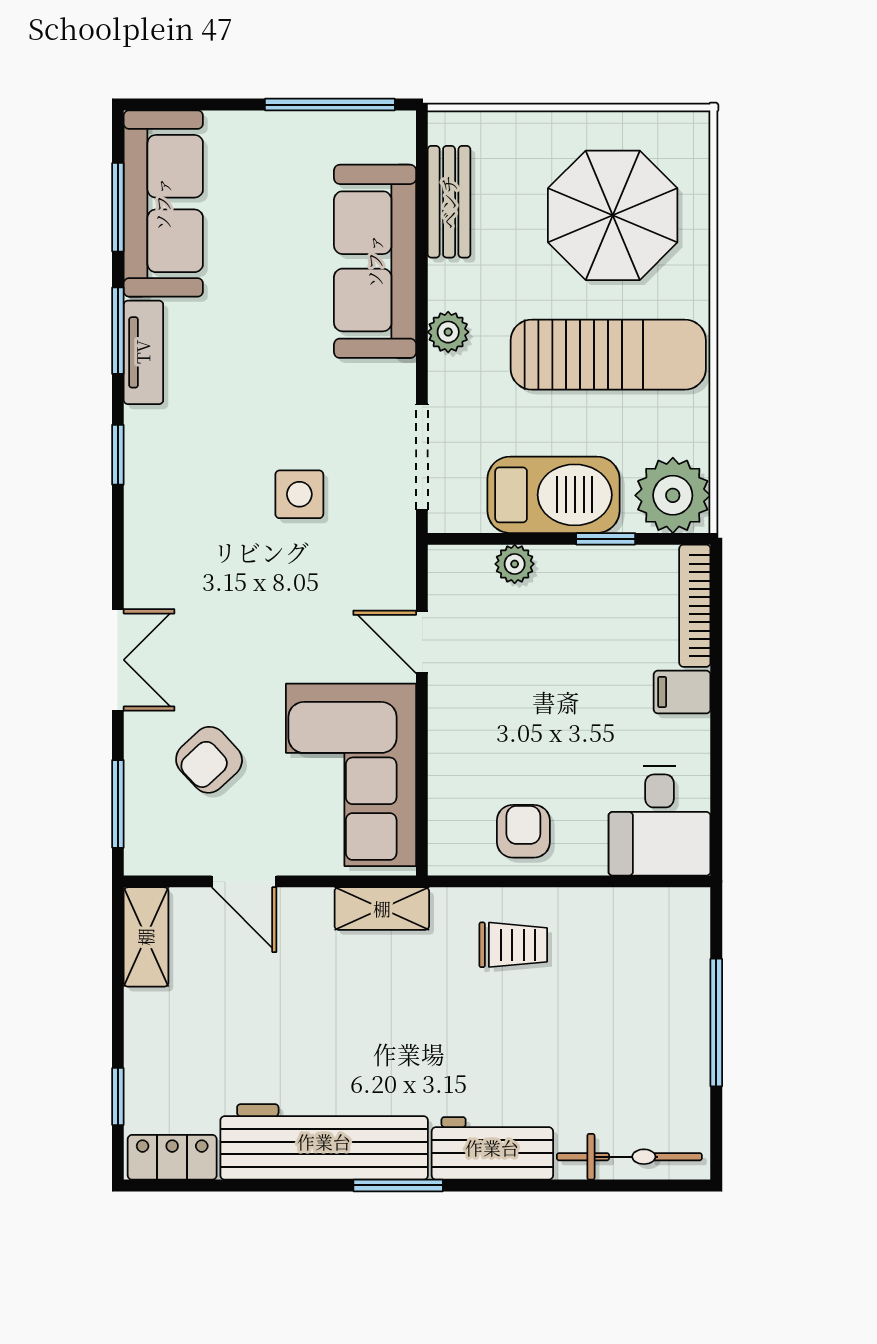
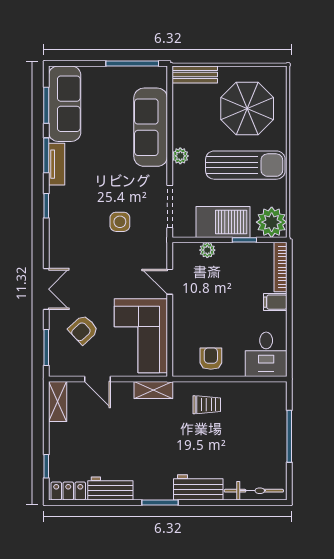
bench: (449, 202) -> (195, 75), moved, turned 90
workbench: (324, 1142) -> (110, 488), width x0.53, depth x0.76

